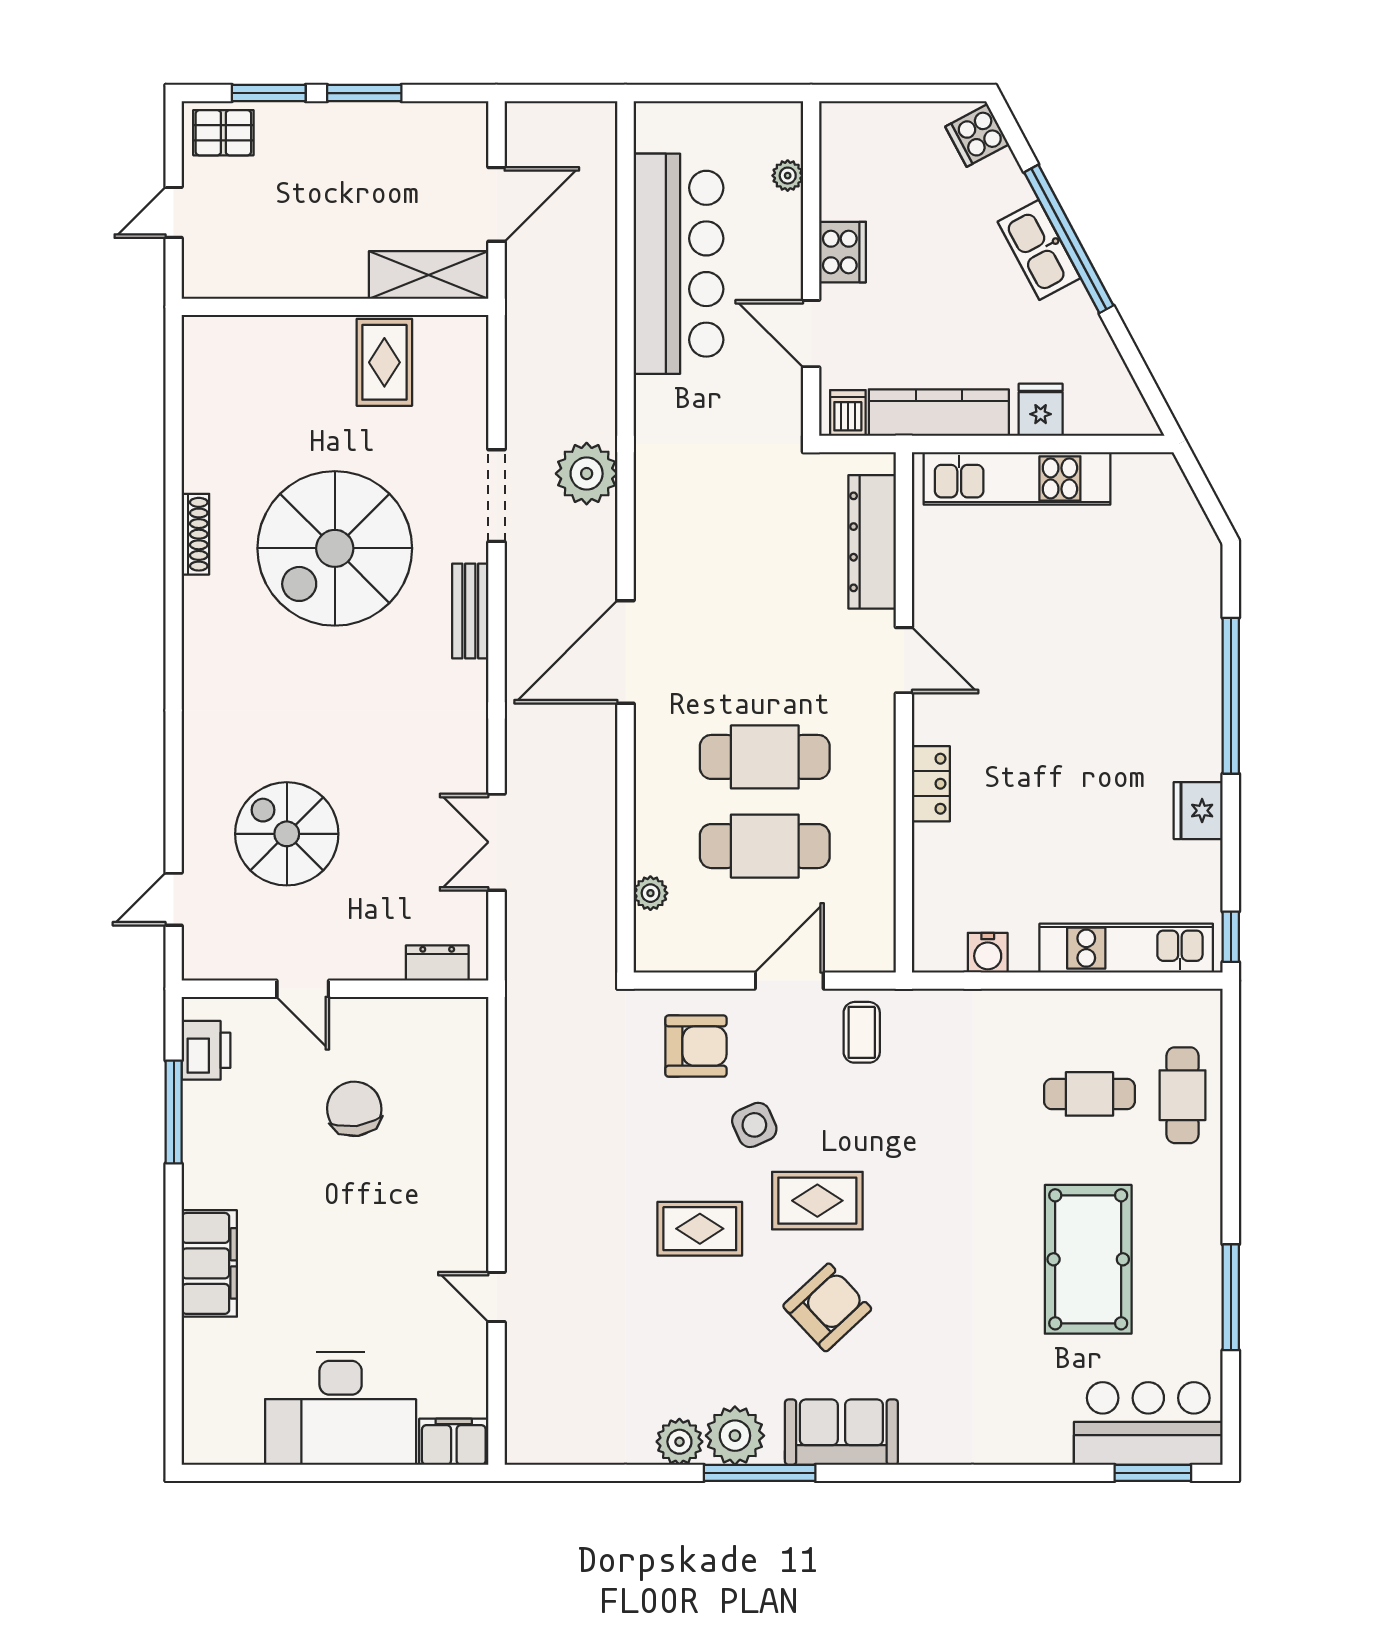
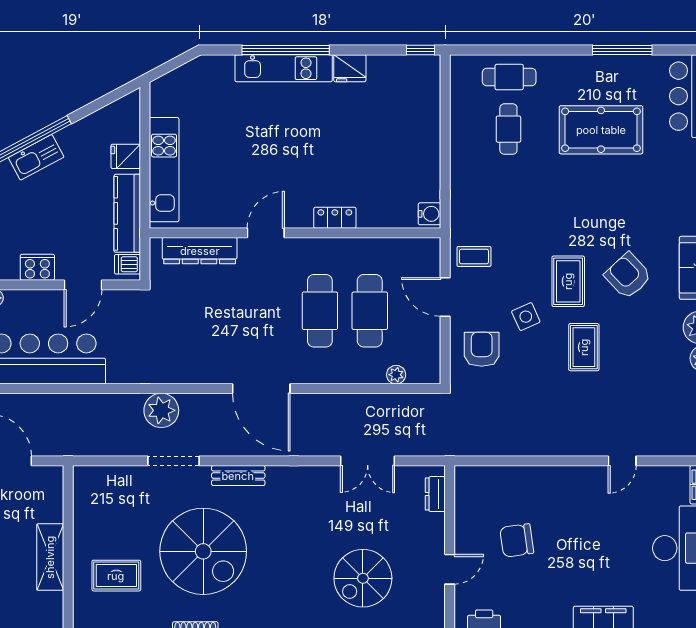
shelving: (429, 275) -> (50, 557), moved
rug: (384, 362) -> (116, 576), moved
kitchen unit: (1126, 948) -> (284, 68), moved, turned -90
water cooler: (988, 953) -> (429, 214), moved

